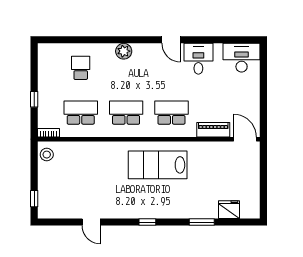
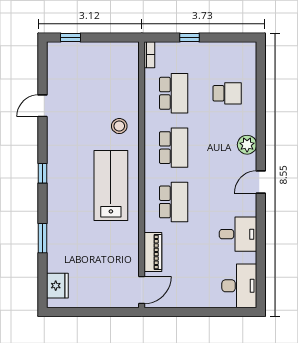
door: (171, 40) -> (261, 182), moved
stool: (47, 155) -> (119, 126), moved
fridge: (229, 210) -> (57, 286), moved

